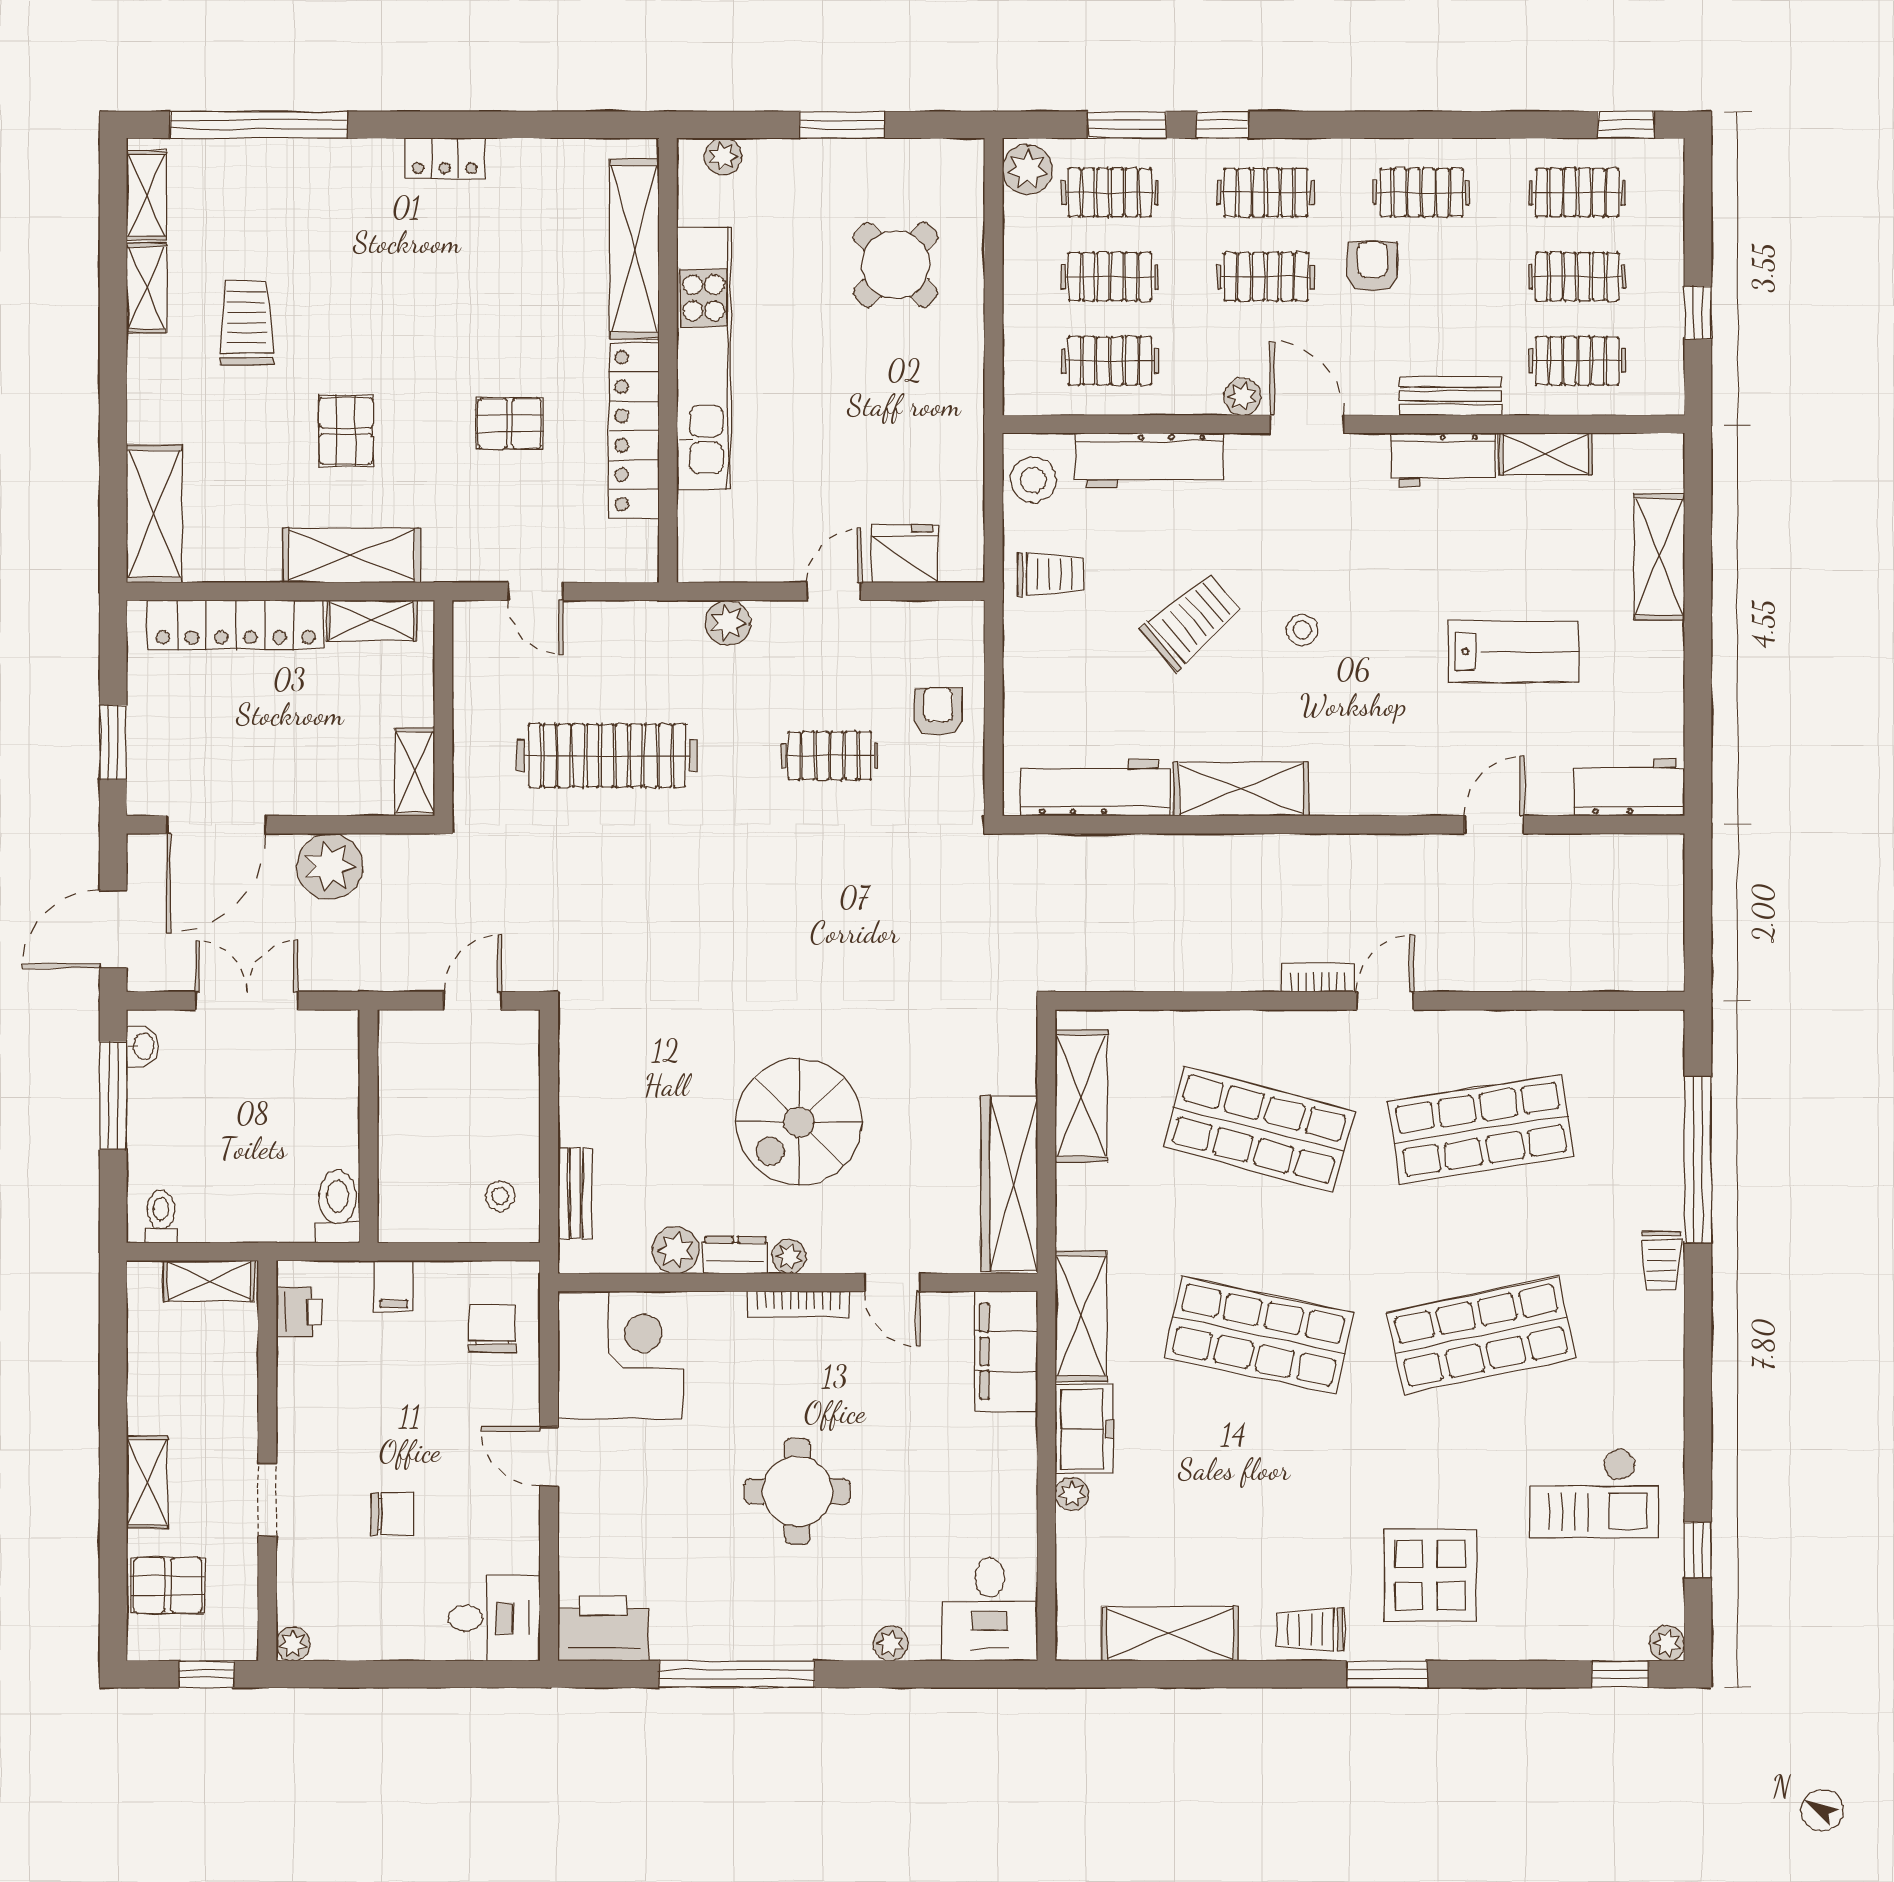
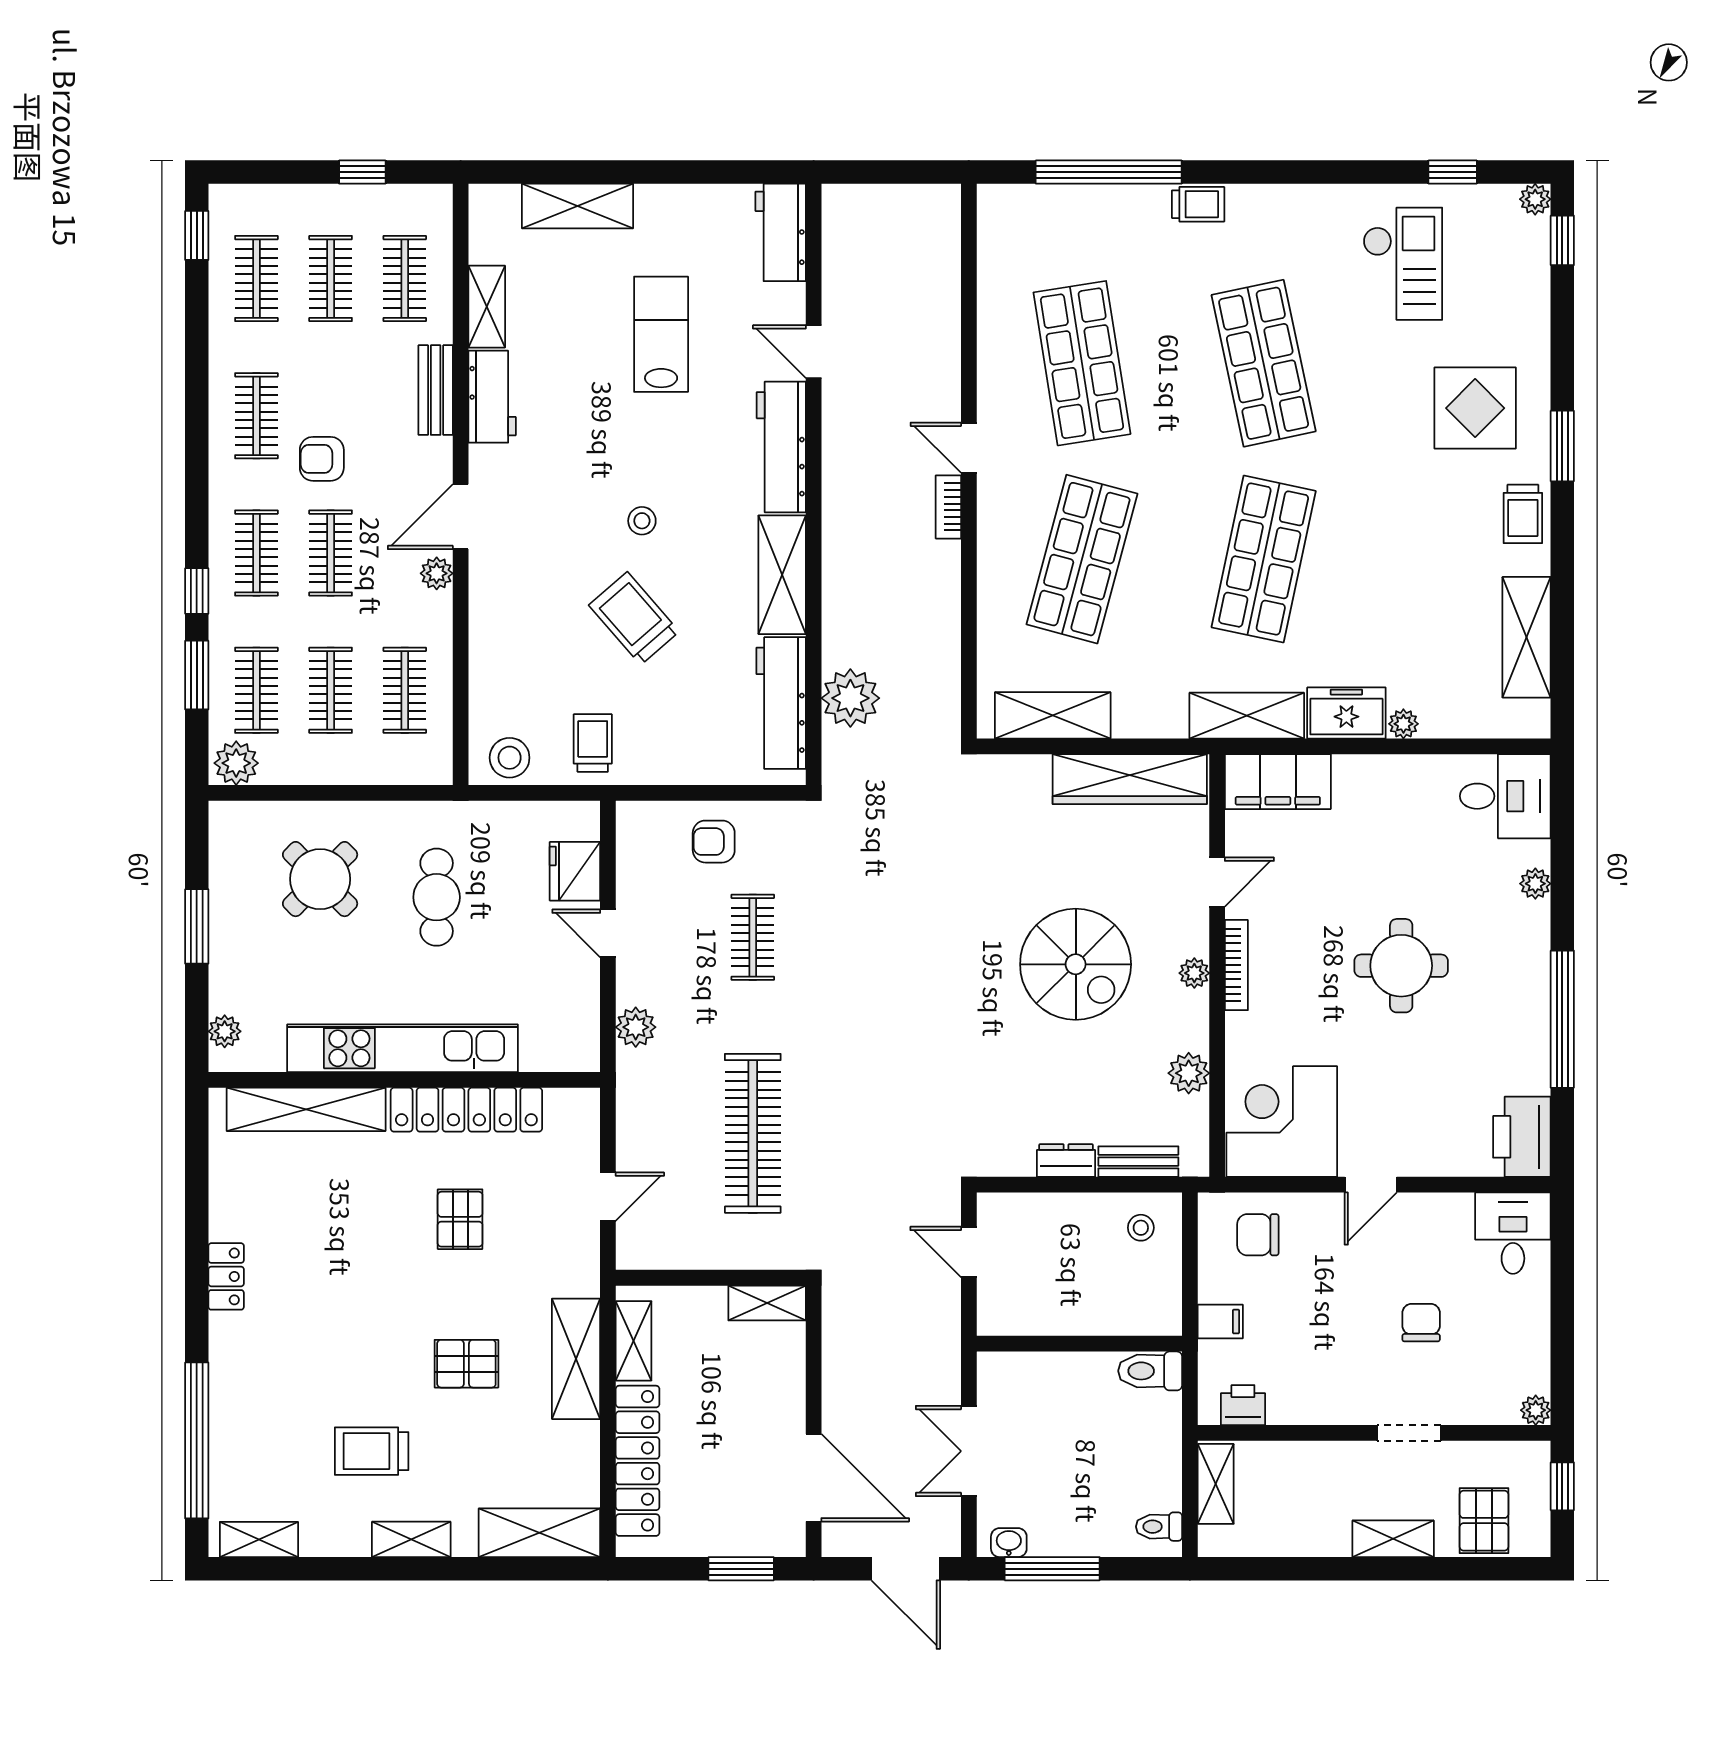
shelving: (146, 288) -> (411, 1539), moved
cafe table: (875, 397) -> (437, 897), added
workbench: (1149, 461) -> (781, 447), moved, turned 180
plant: (330, 866) -> (850, 698), moved
dresser: (735, 1255) -> (1066, 1160), moved, turned 90

